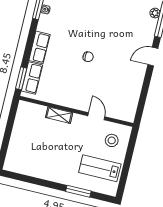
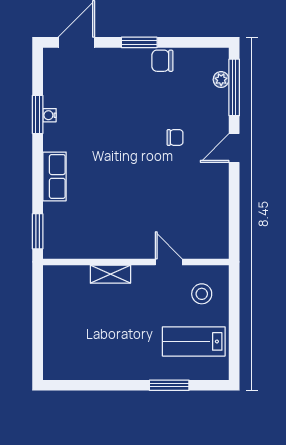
chair: (88, 57) -> (175, 137), moved
row of seats: (32, 78) -> (54, 227), removed

